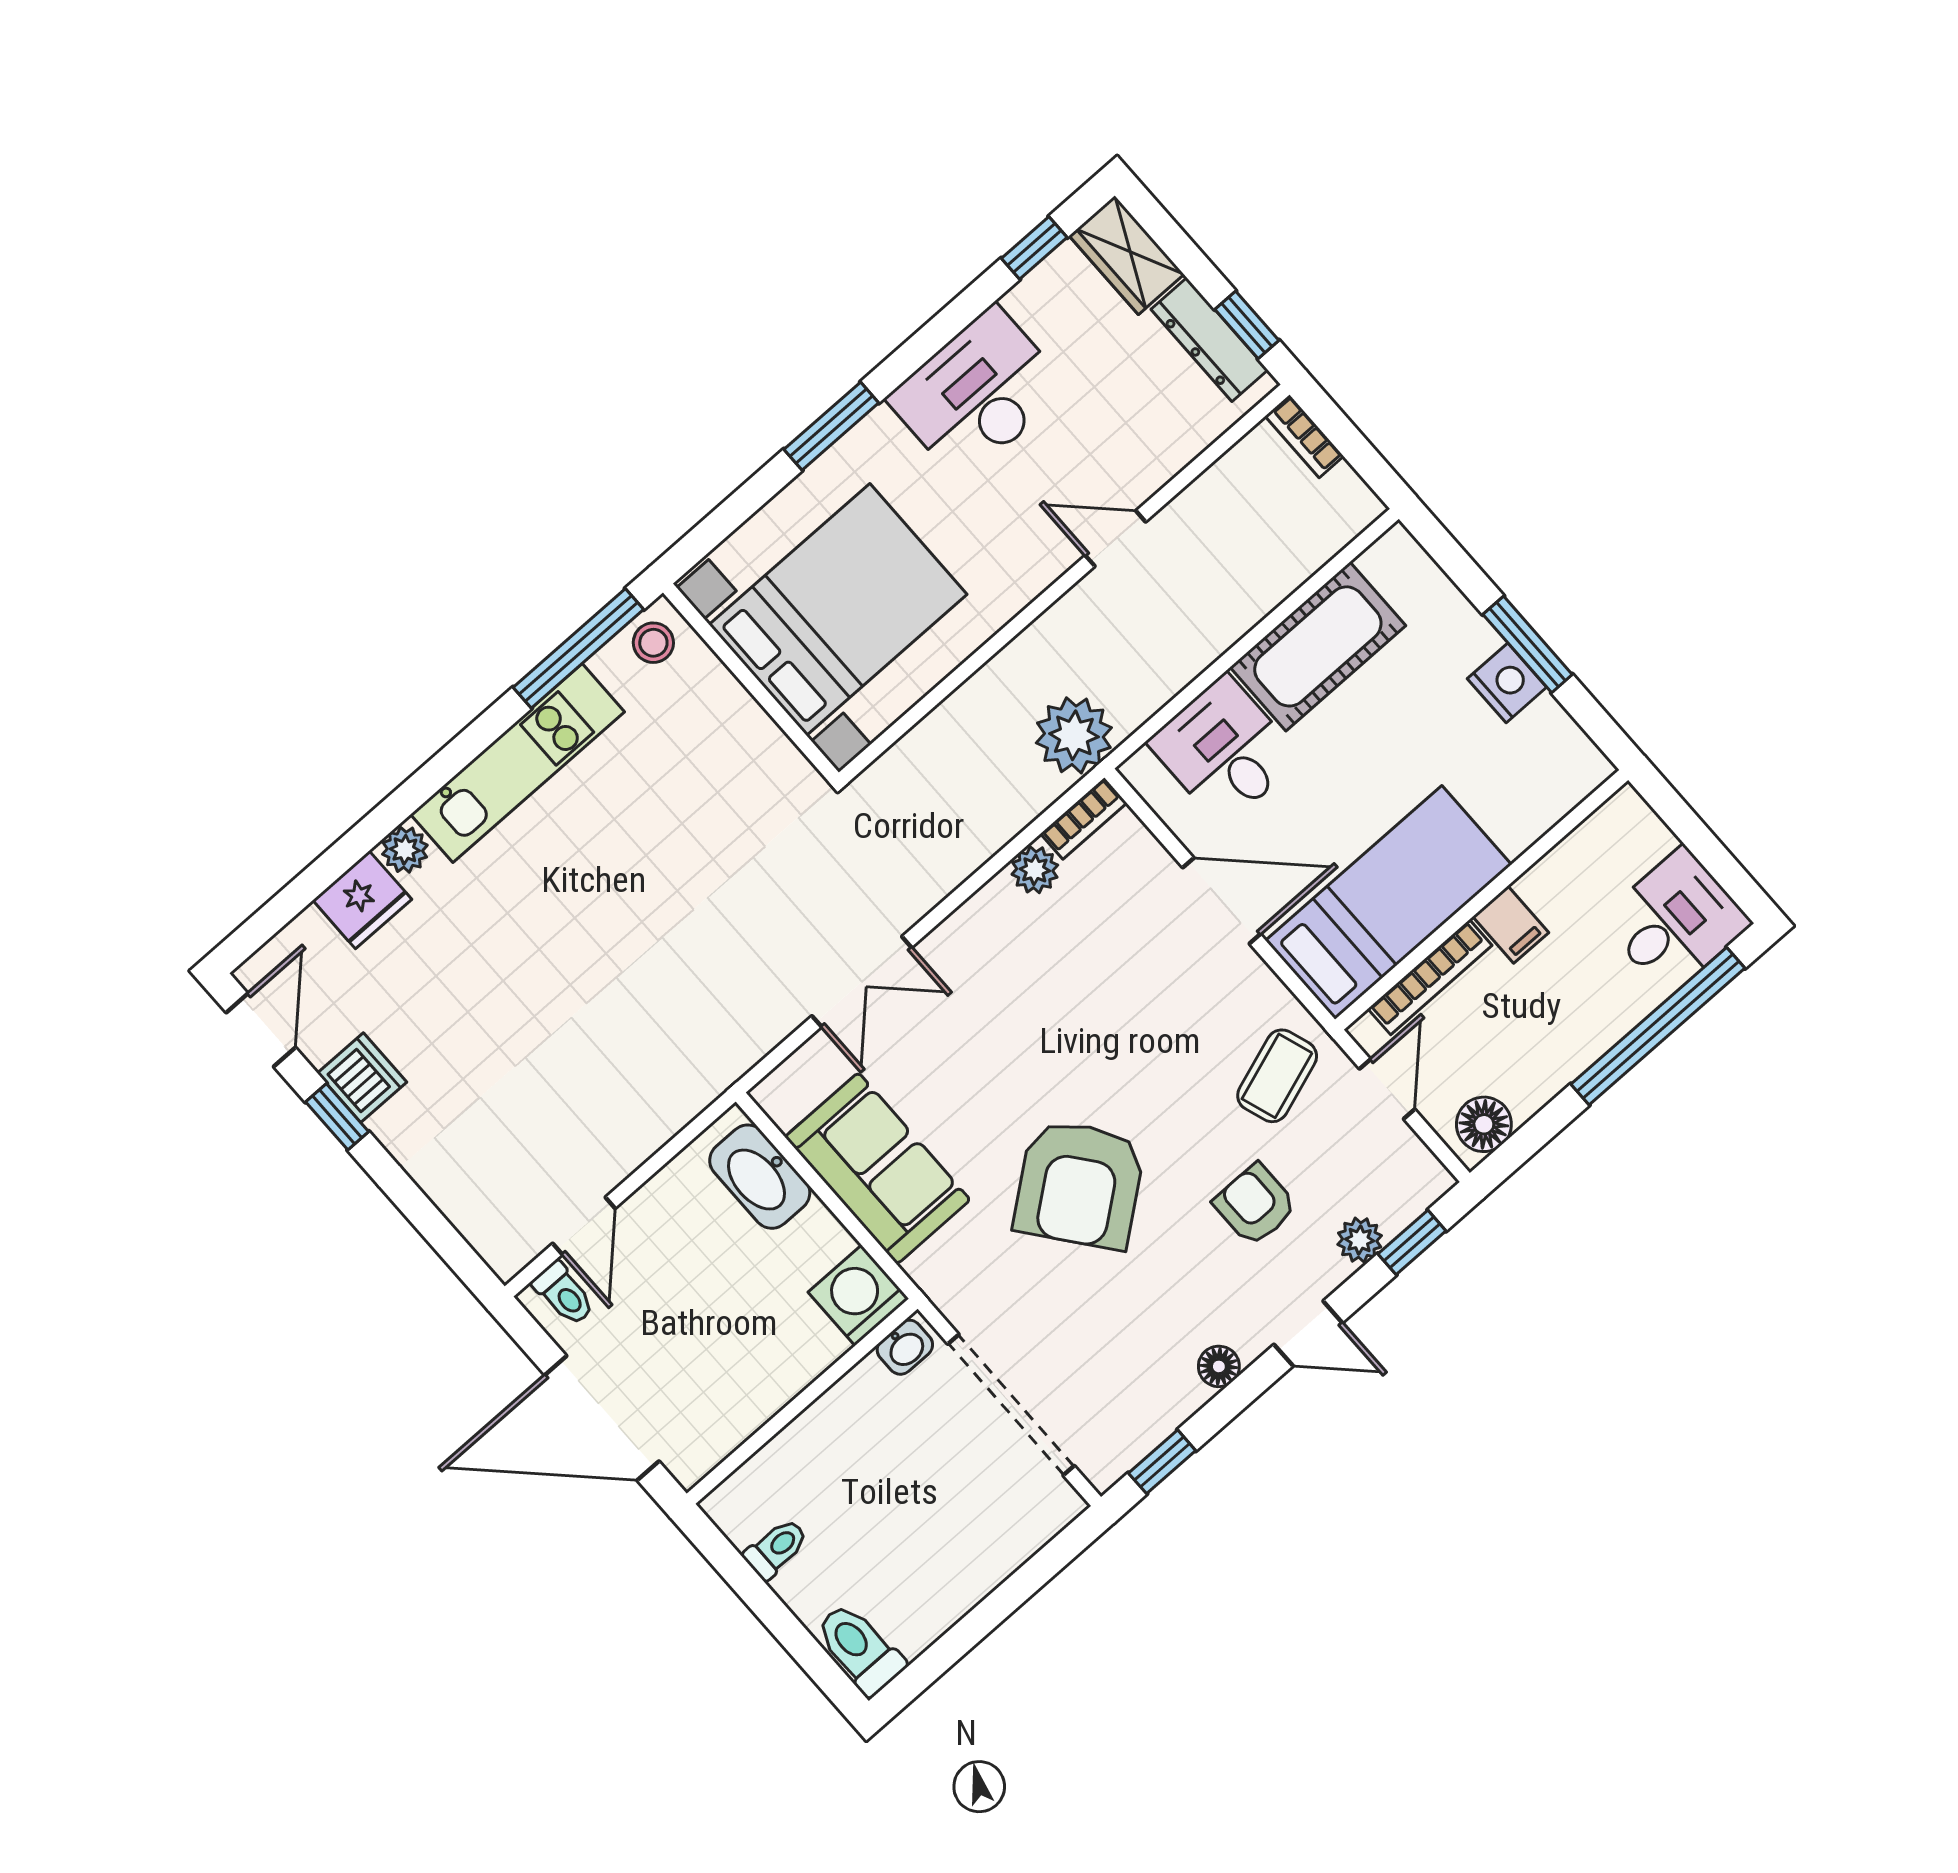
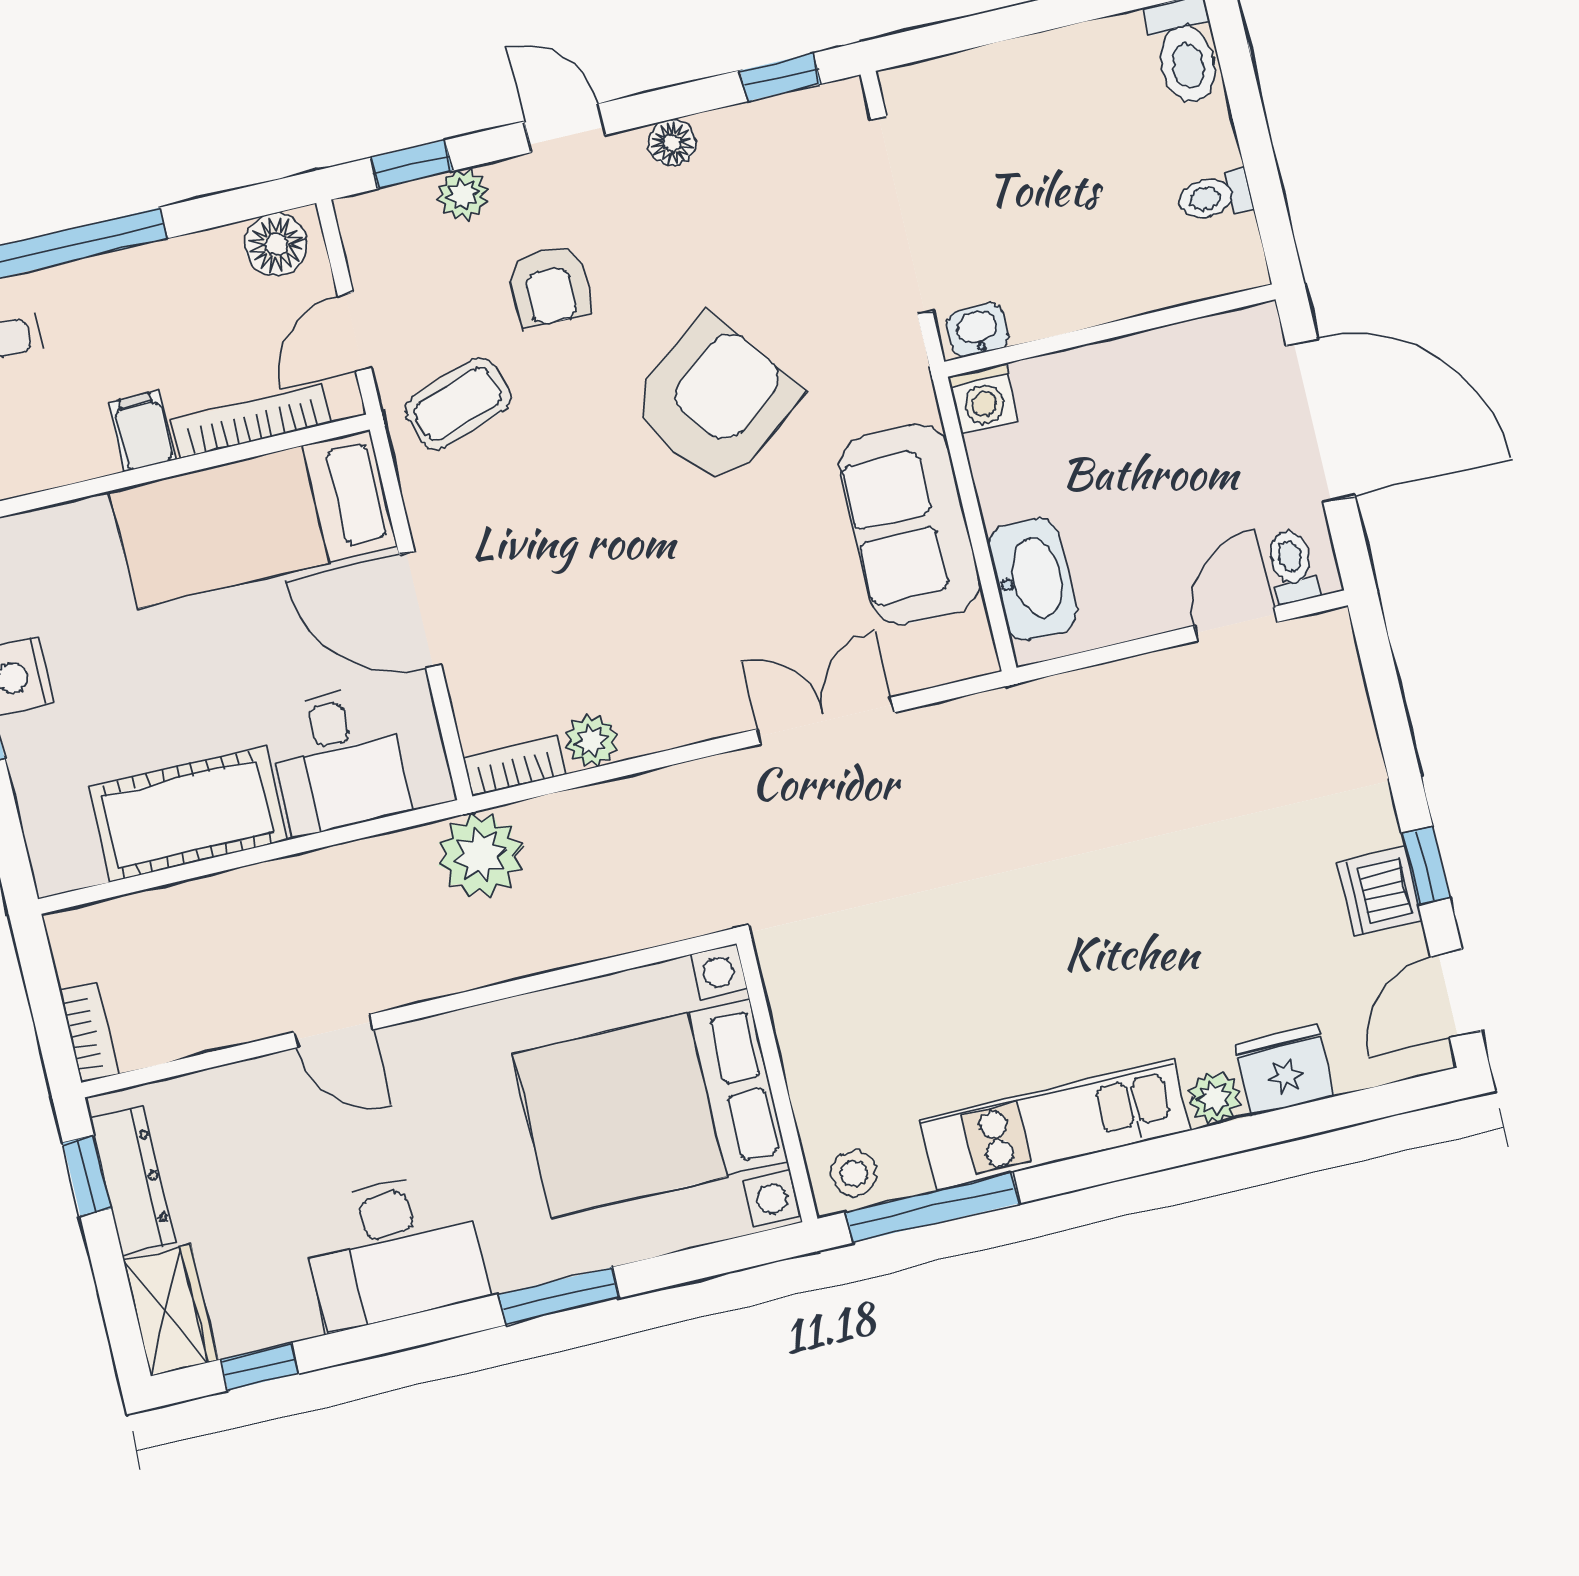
washing machine: (858, 1295) -> (983, 399), width x0.73, depth x0.73

